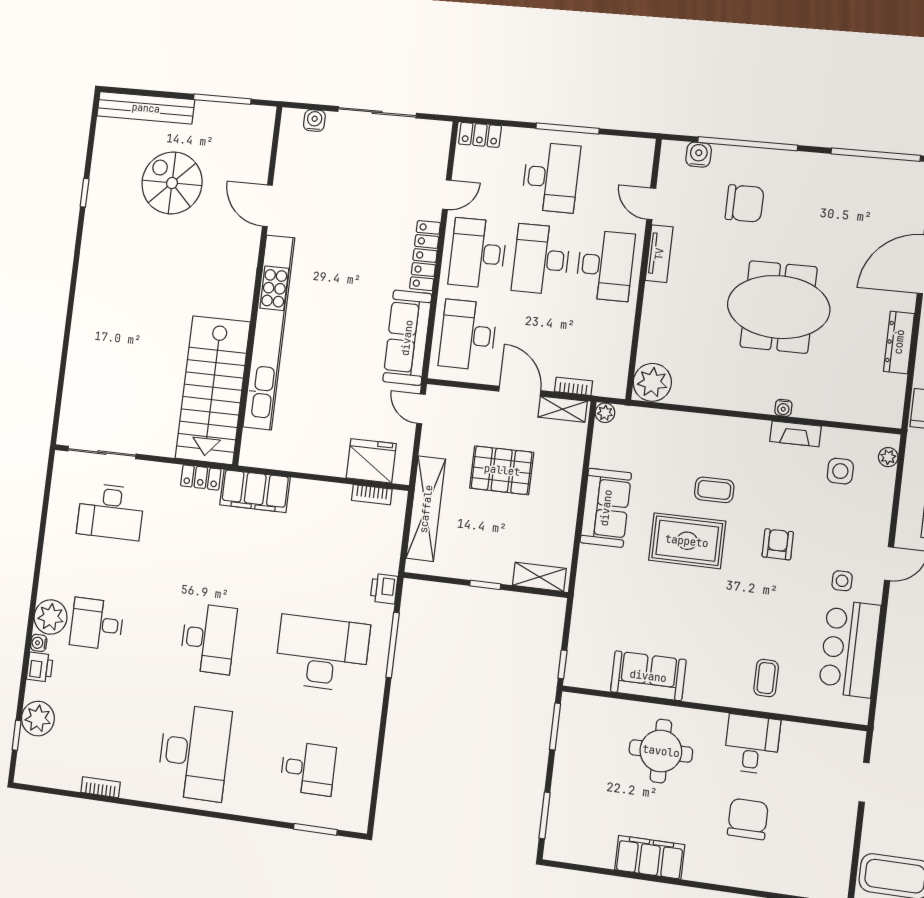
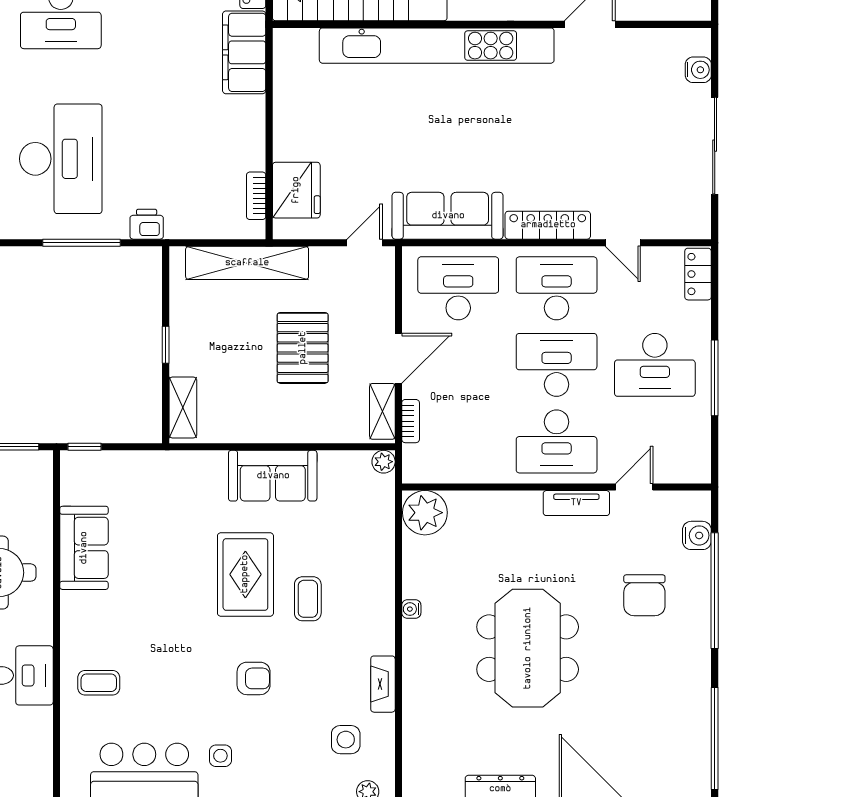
water cooler: (783, 408) -> (411, 609), moved

